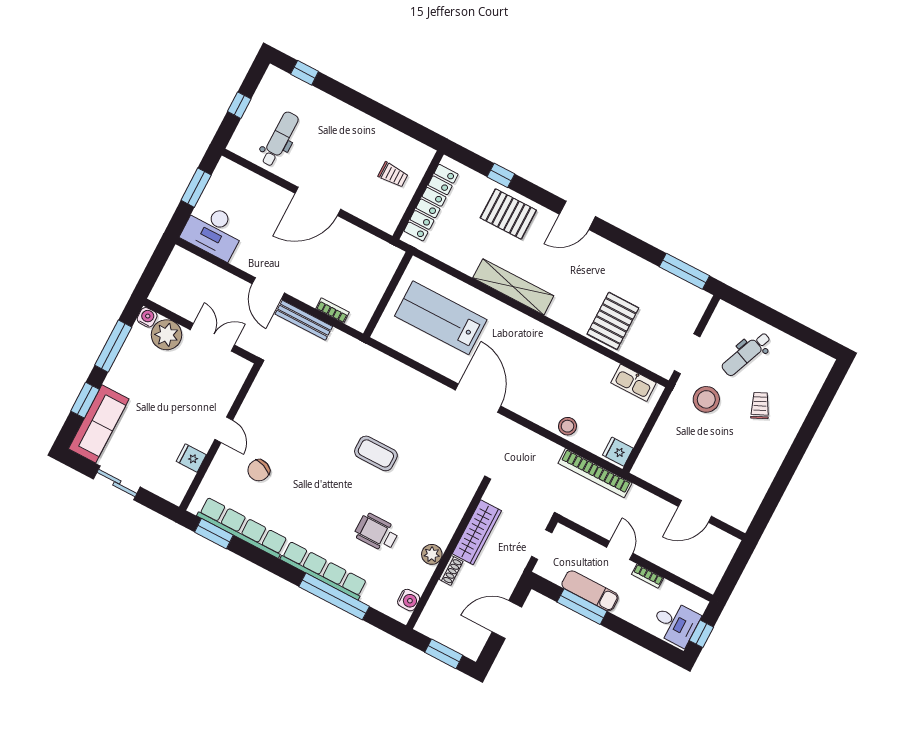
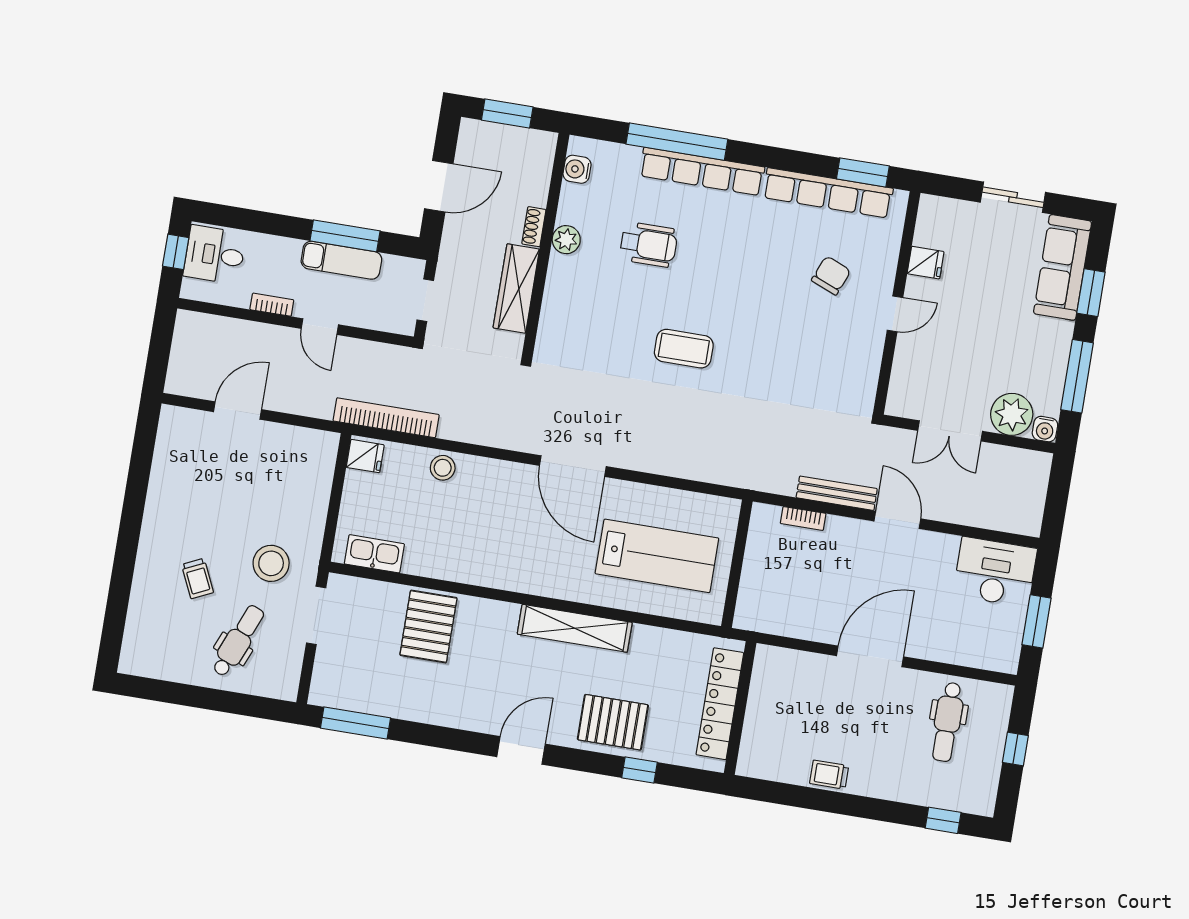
trolley: (393, 175) -> (829, 775), moved
door: (224, 430) -> (895, 314), swing flipped

